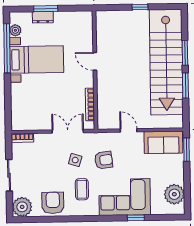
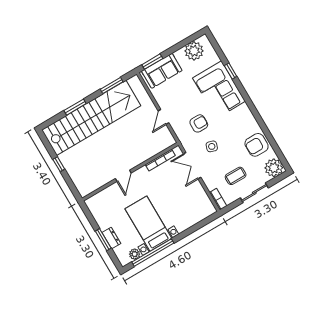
window: (185, 86) -> (112, 86), moved
sofa: (163, 142) -> (162, 71), moved, turned 90
armchair: (104, 160) -> (199, 123), turned 97
coffee table: (82, 189) -> (236, 176), moved

